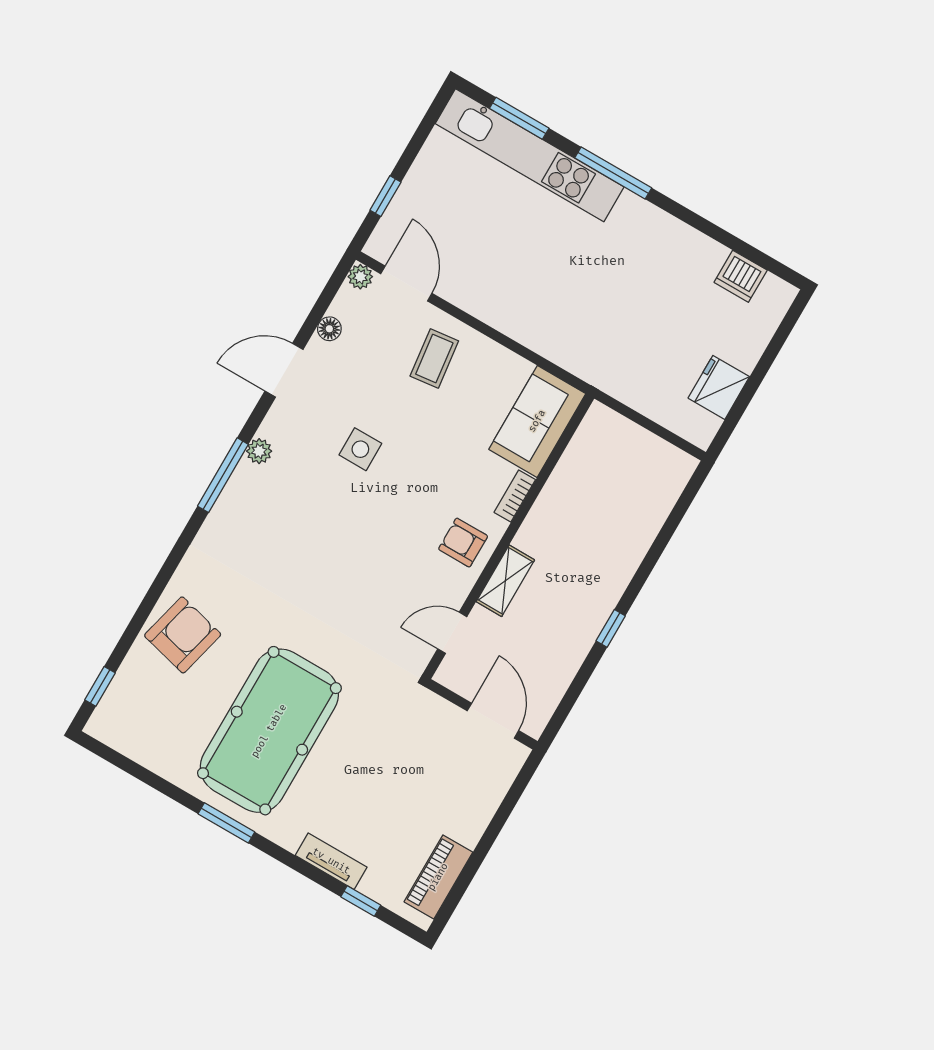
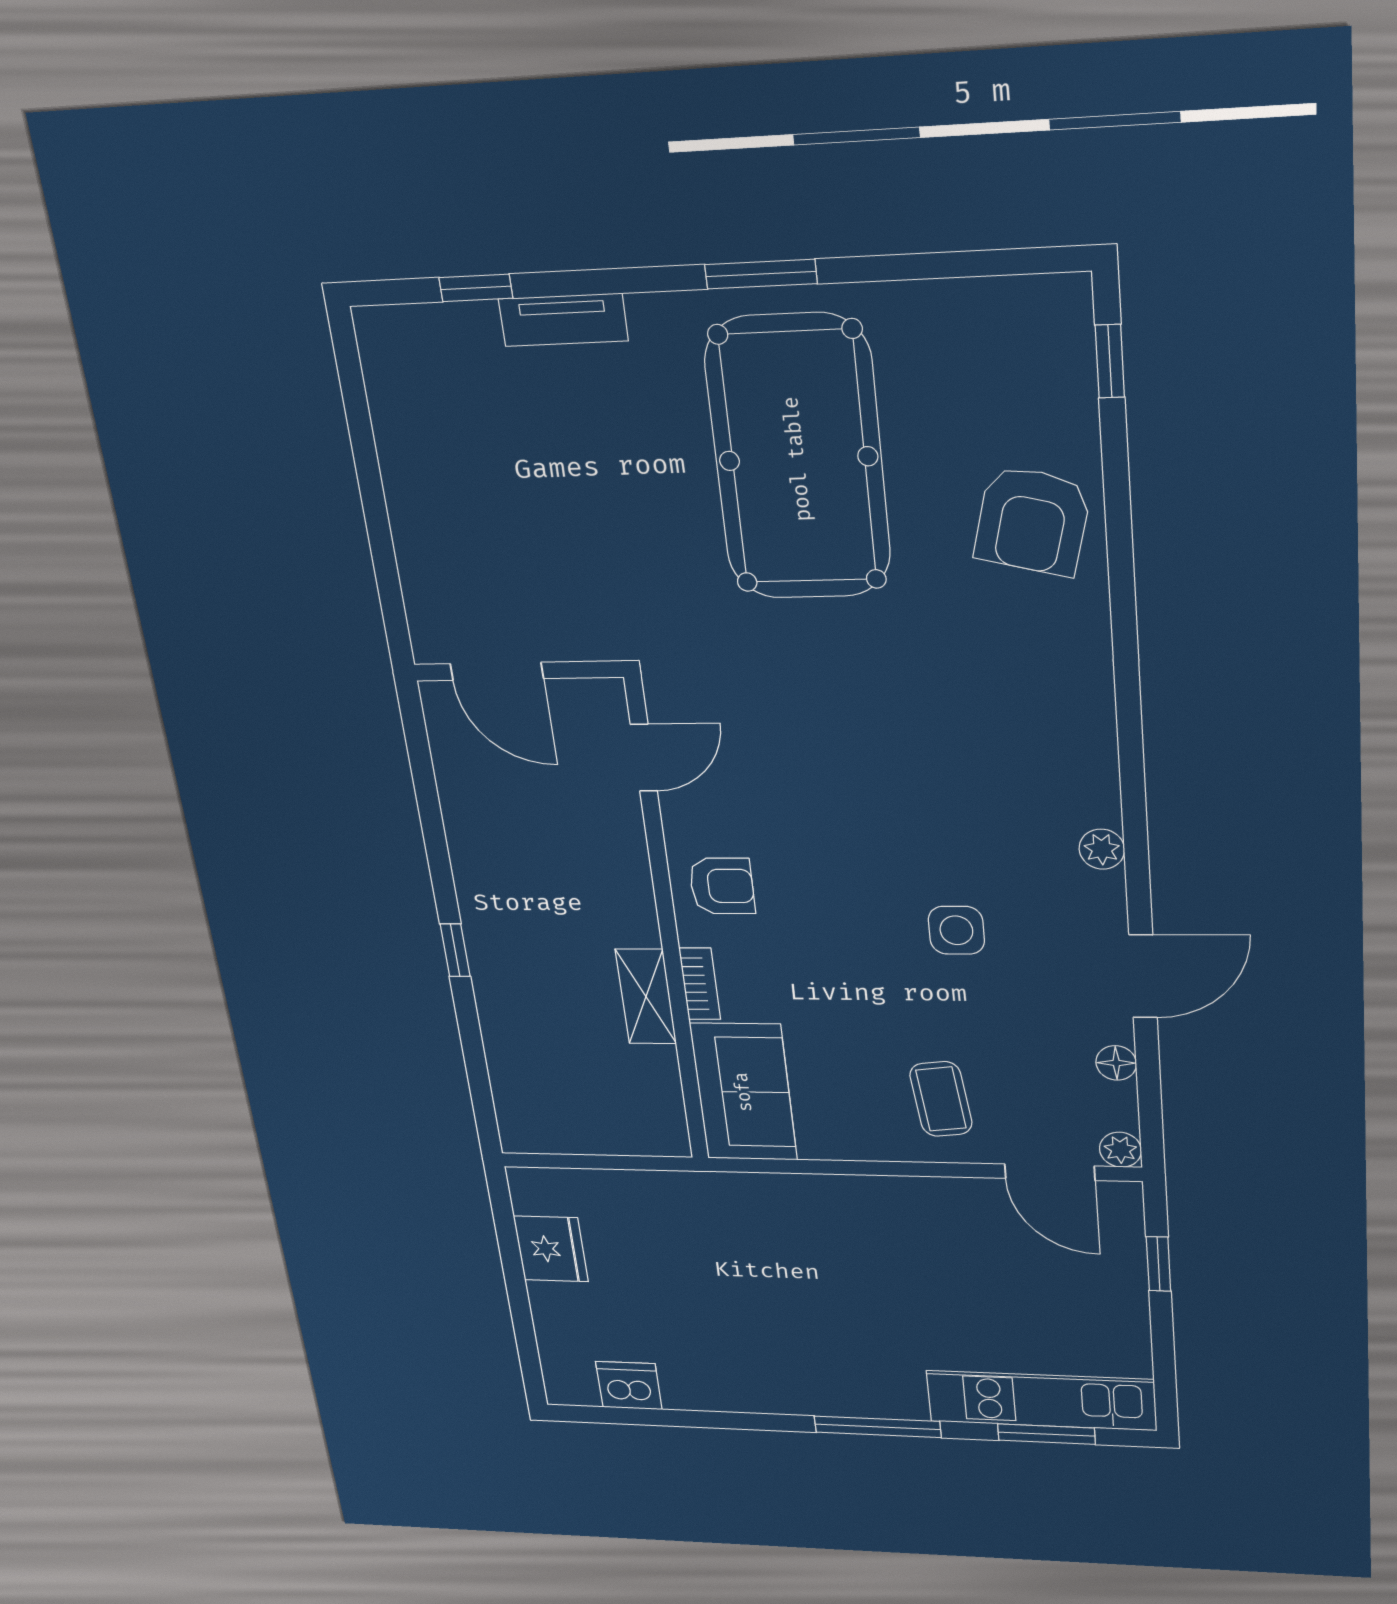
kitchen unit: (530, 155) -> (1041, 1400), width x0.73
window: (223, 475) -> (1133, 787), removed
shelving: (505, 581) -> (646, 997), moved
window: (611, 628) -> (455, 950), moved
piano: (438, 877) -> (396, 400), removed

